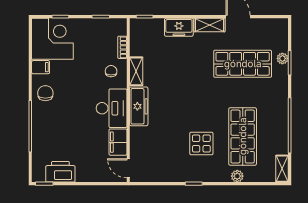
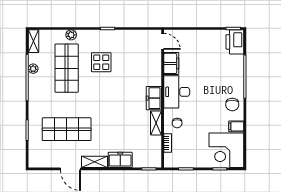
plant: (282, 58) -> (33, 69), moved
freezer: (139, 106) -> (154, 98), width x0.71
printer: (60, 172) -> (235, 42), moved, turned 90

